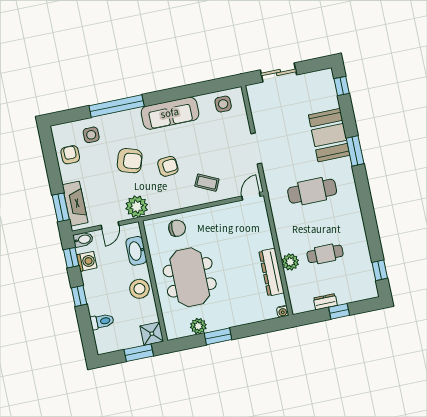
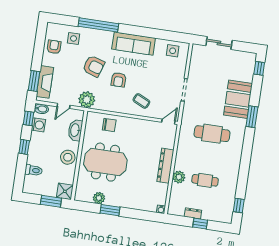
armchair: (168, 166) -> (119, 80), turned 95
dresser: (272, 272) -> (165, 166), moved
meeting table: (190, 277) -> (105, 162), turned 90

